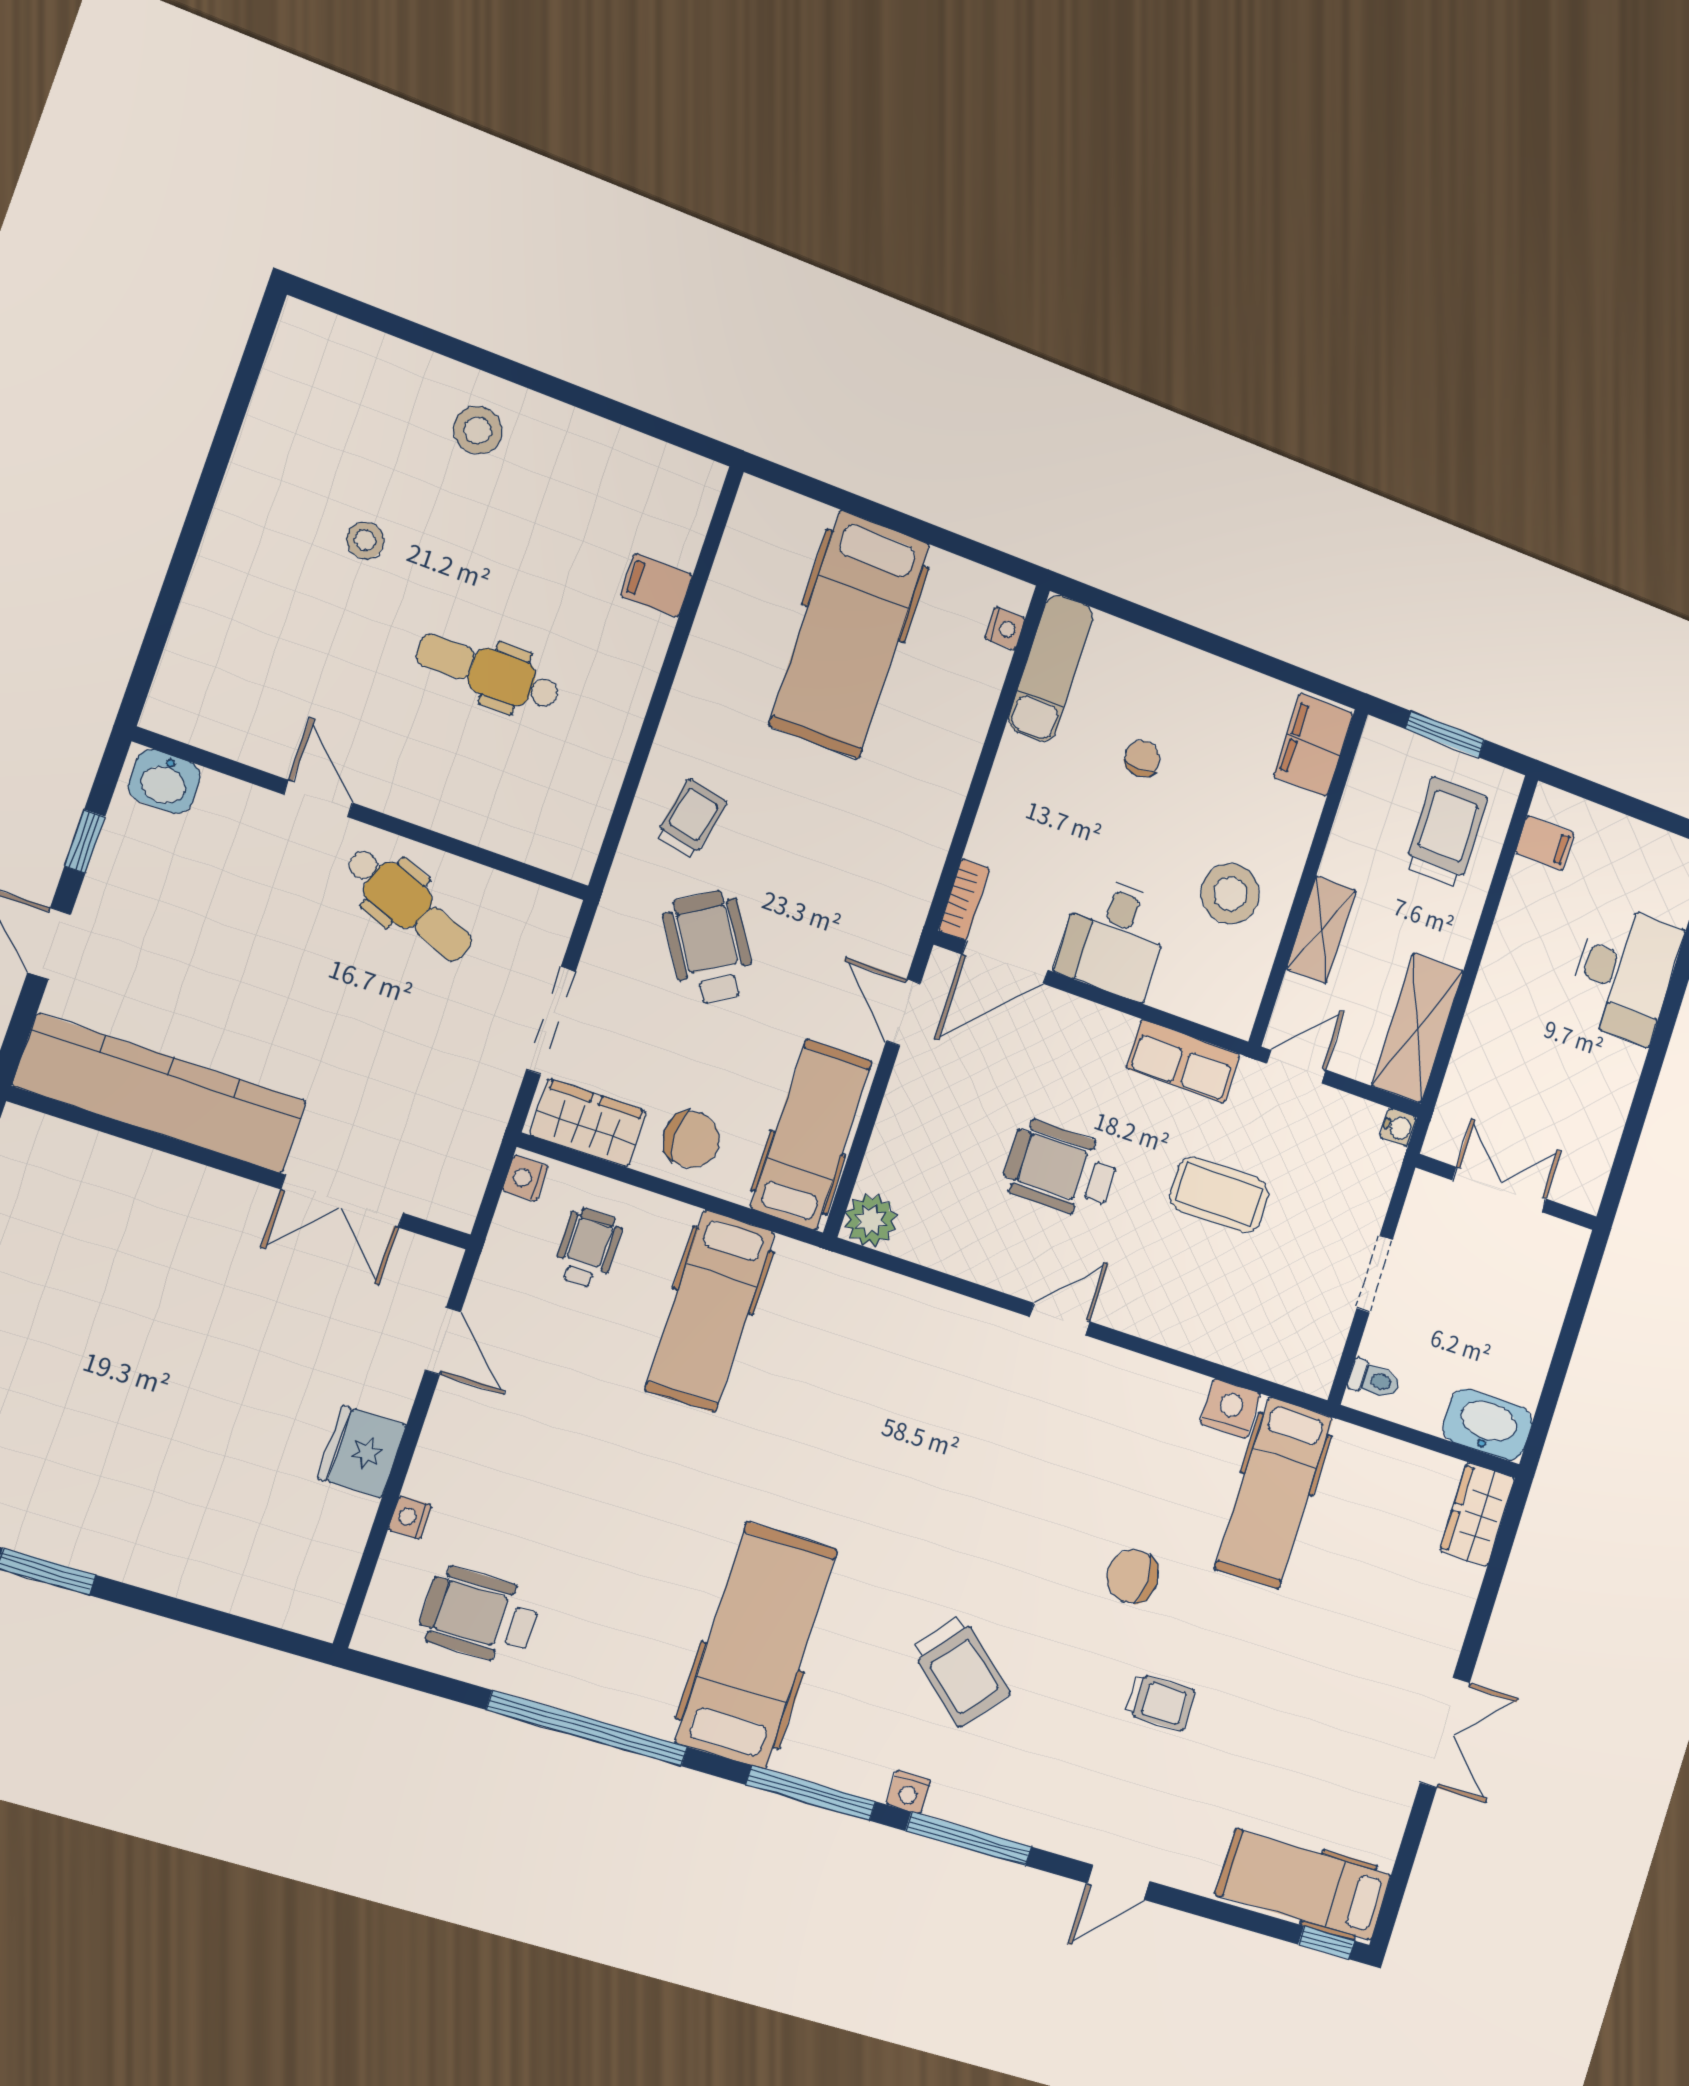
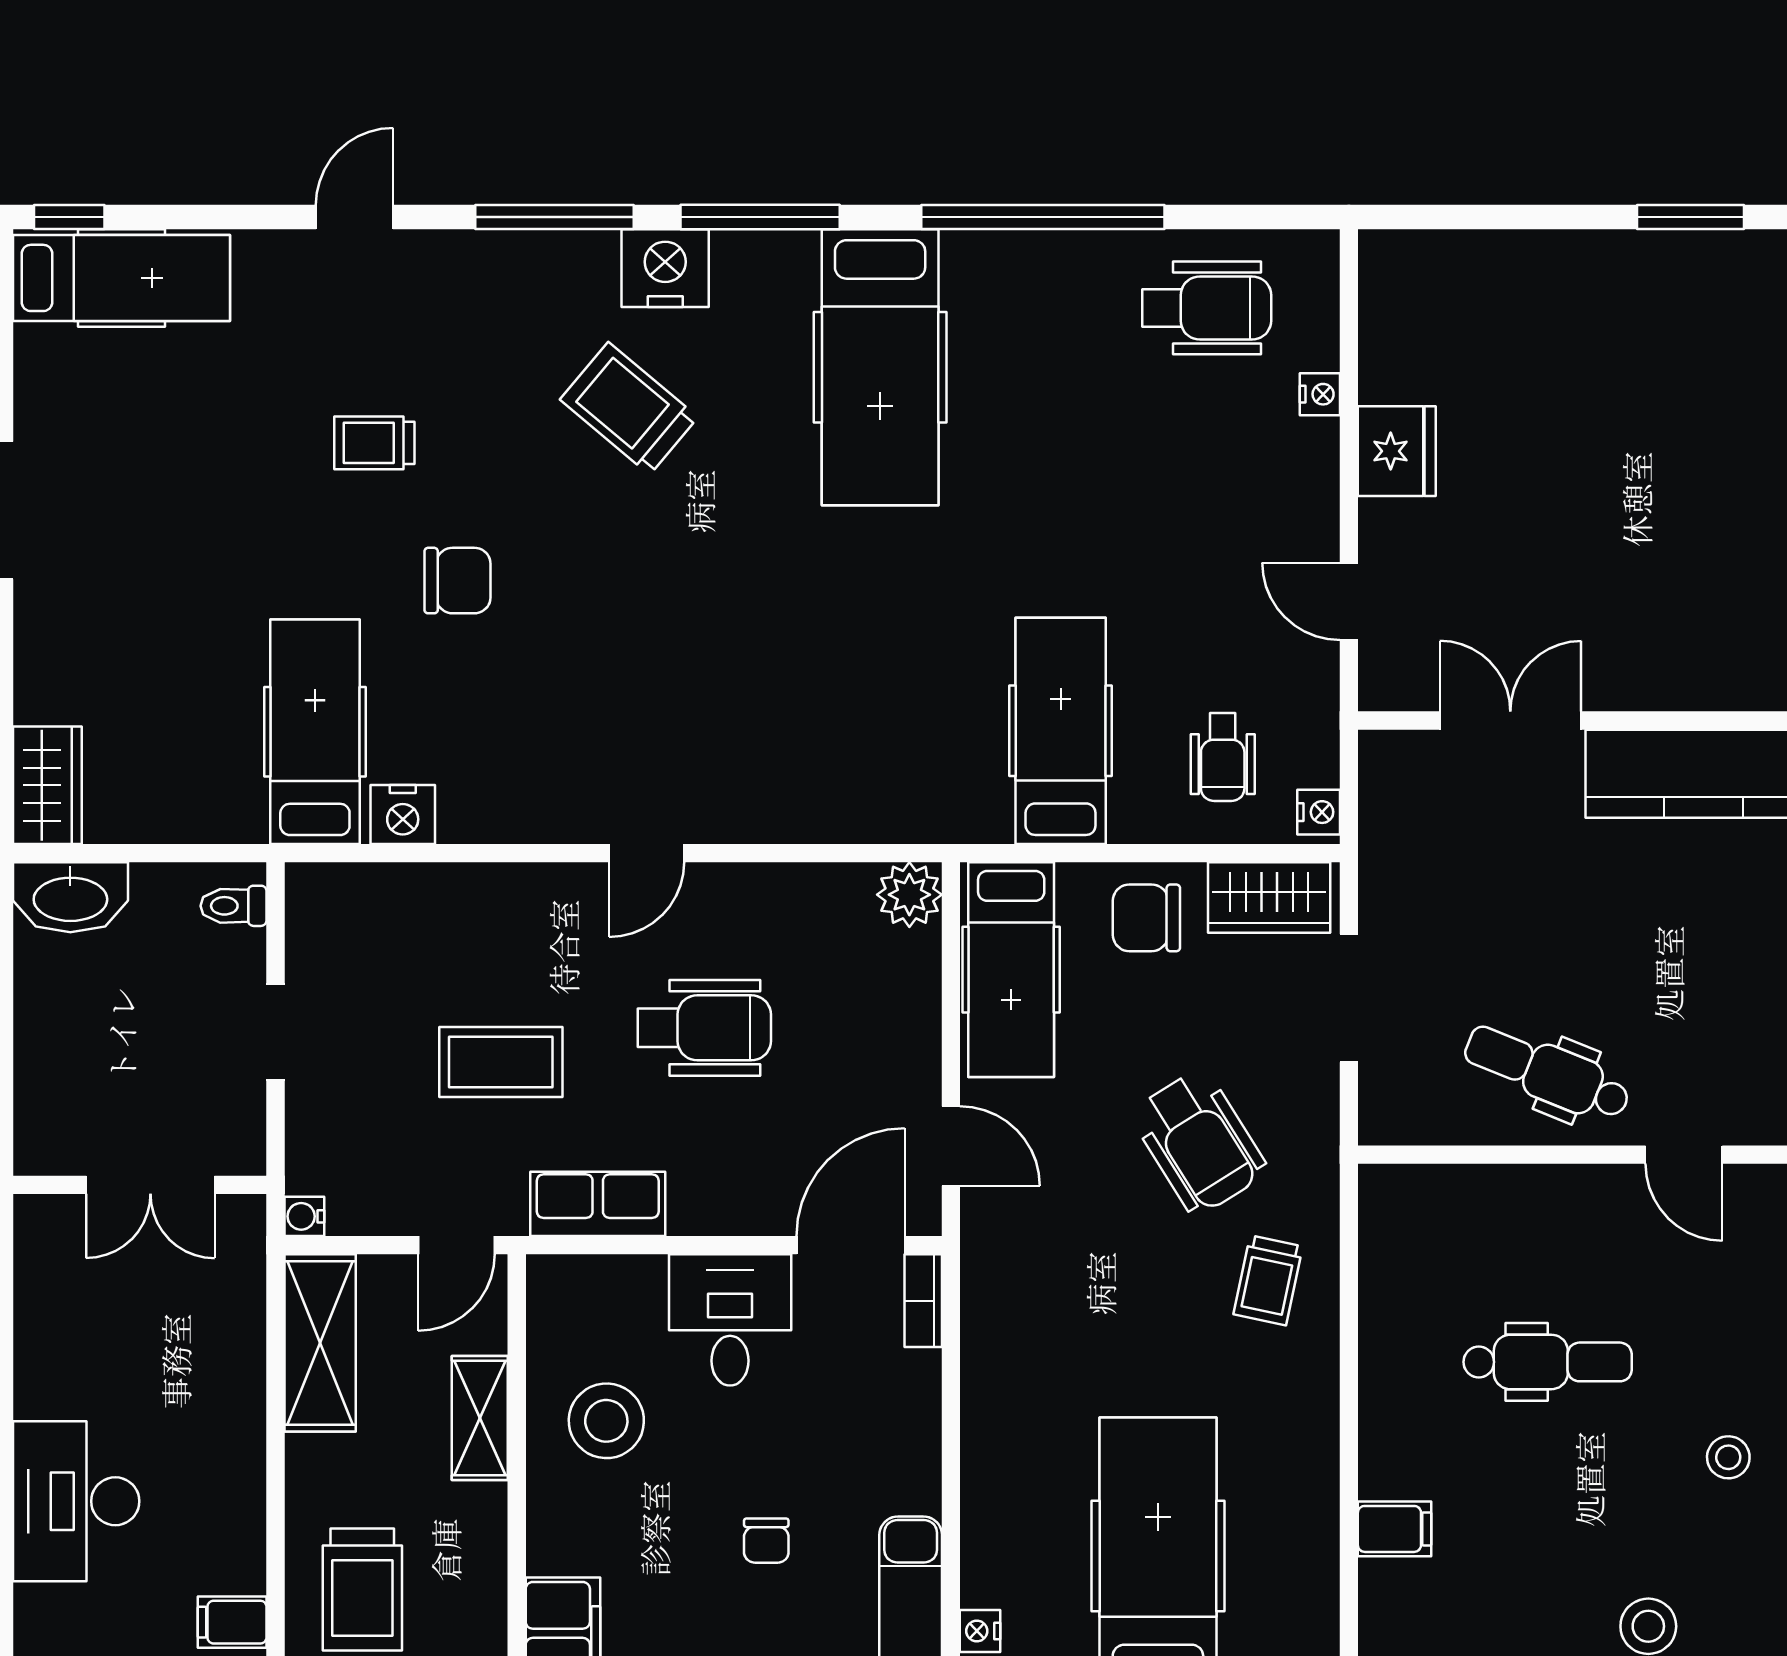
nightstand: (908, 1792) -> (665, 268), width x1.89, depth x1.79

